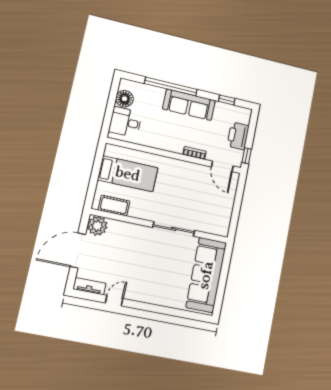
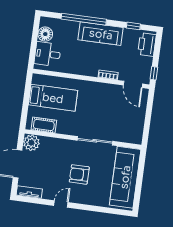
printer: (238, 136) -> (147, 44), moved
armchair: (152, 268) -> (79, 174), added
door: (114, 301) -> (61, 204), moved

